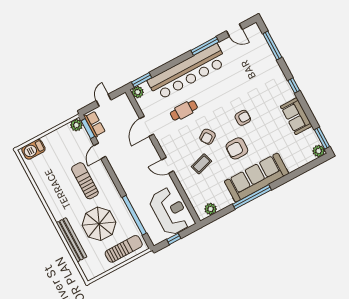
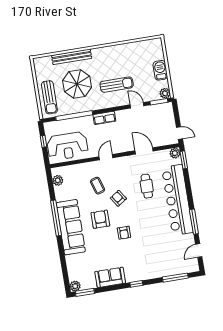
door: (104, 100) -> (179, 133), moved
row of seats: (95, 124) -> (104, 118), moved
barbecue: (33, 149) -> (160, 70), moved

